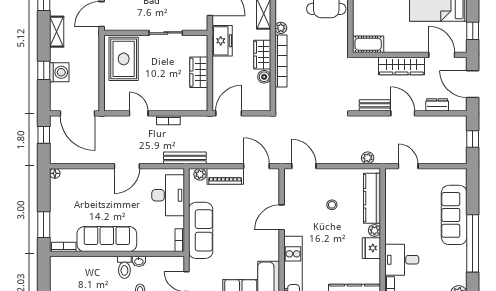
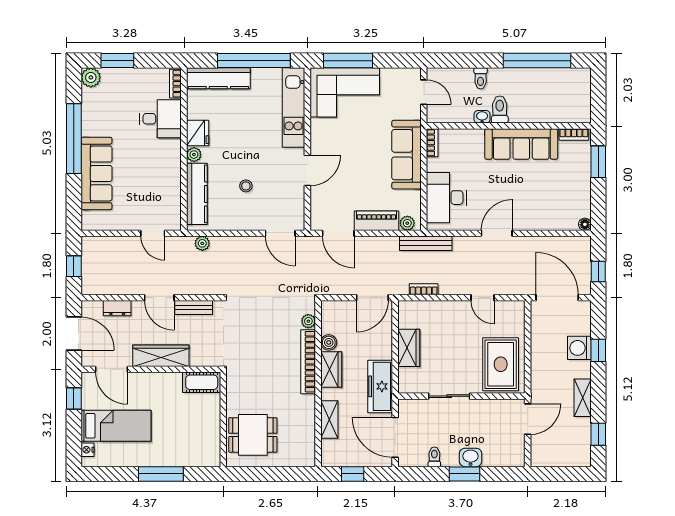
plant: (281, 28) -> (308, 321), moved
freezer: (222, 41) -> (380, 386), width x1.40
bookcase: (168, 120) -> (424, 289), moved

